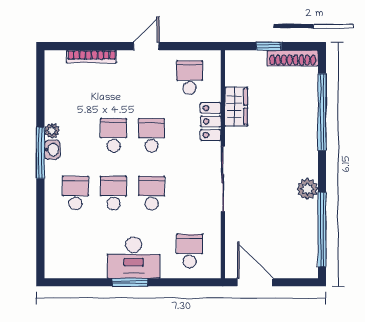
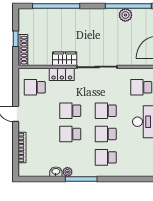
shoe rack: (293, 58) -> (23, 50), moved
wardrobe: (236, 107) -> (65, 59), moved
washbasin: (52, 150) -> (56, 172), moved
plant: (307, 189) -> (125, 15), moved

